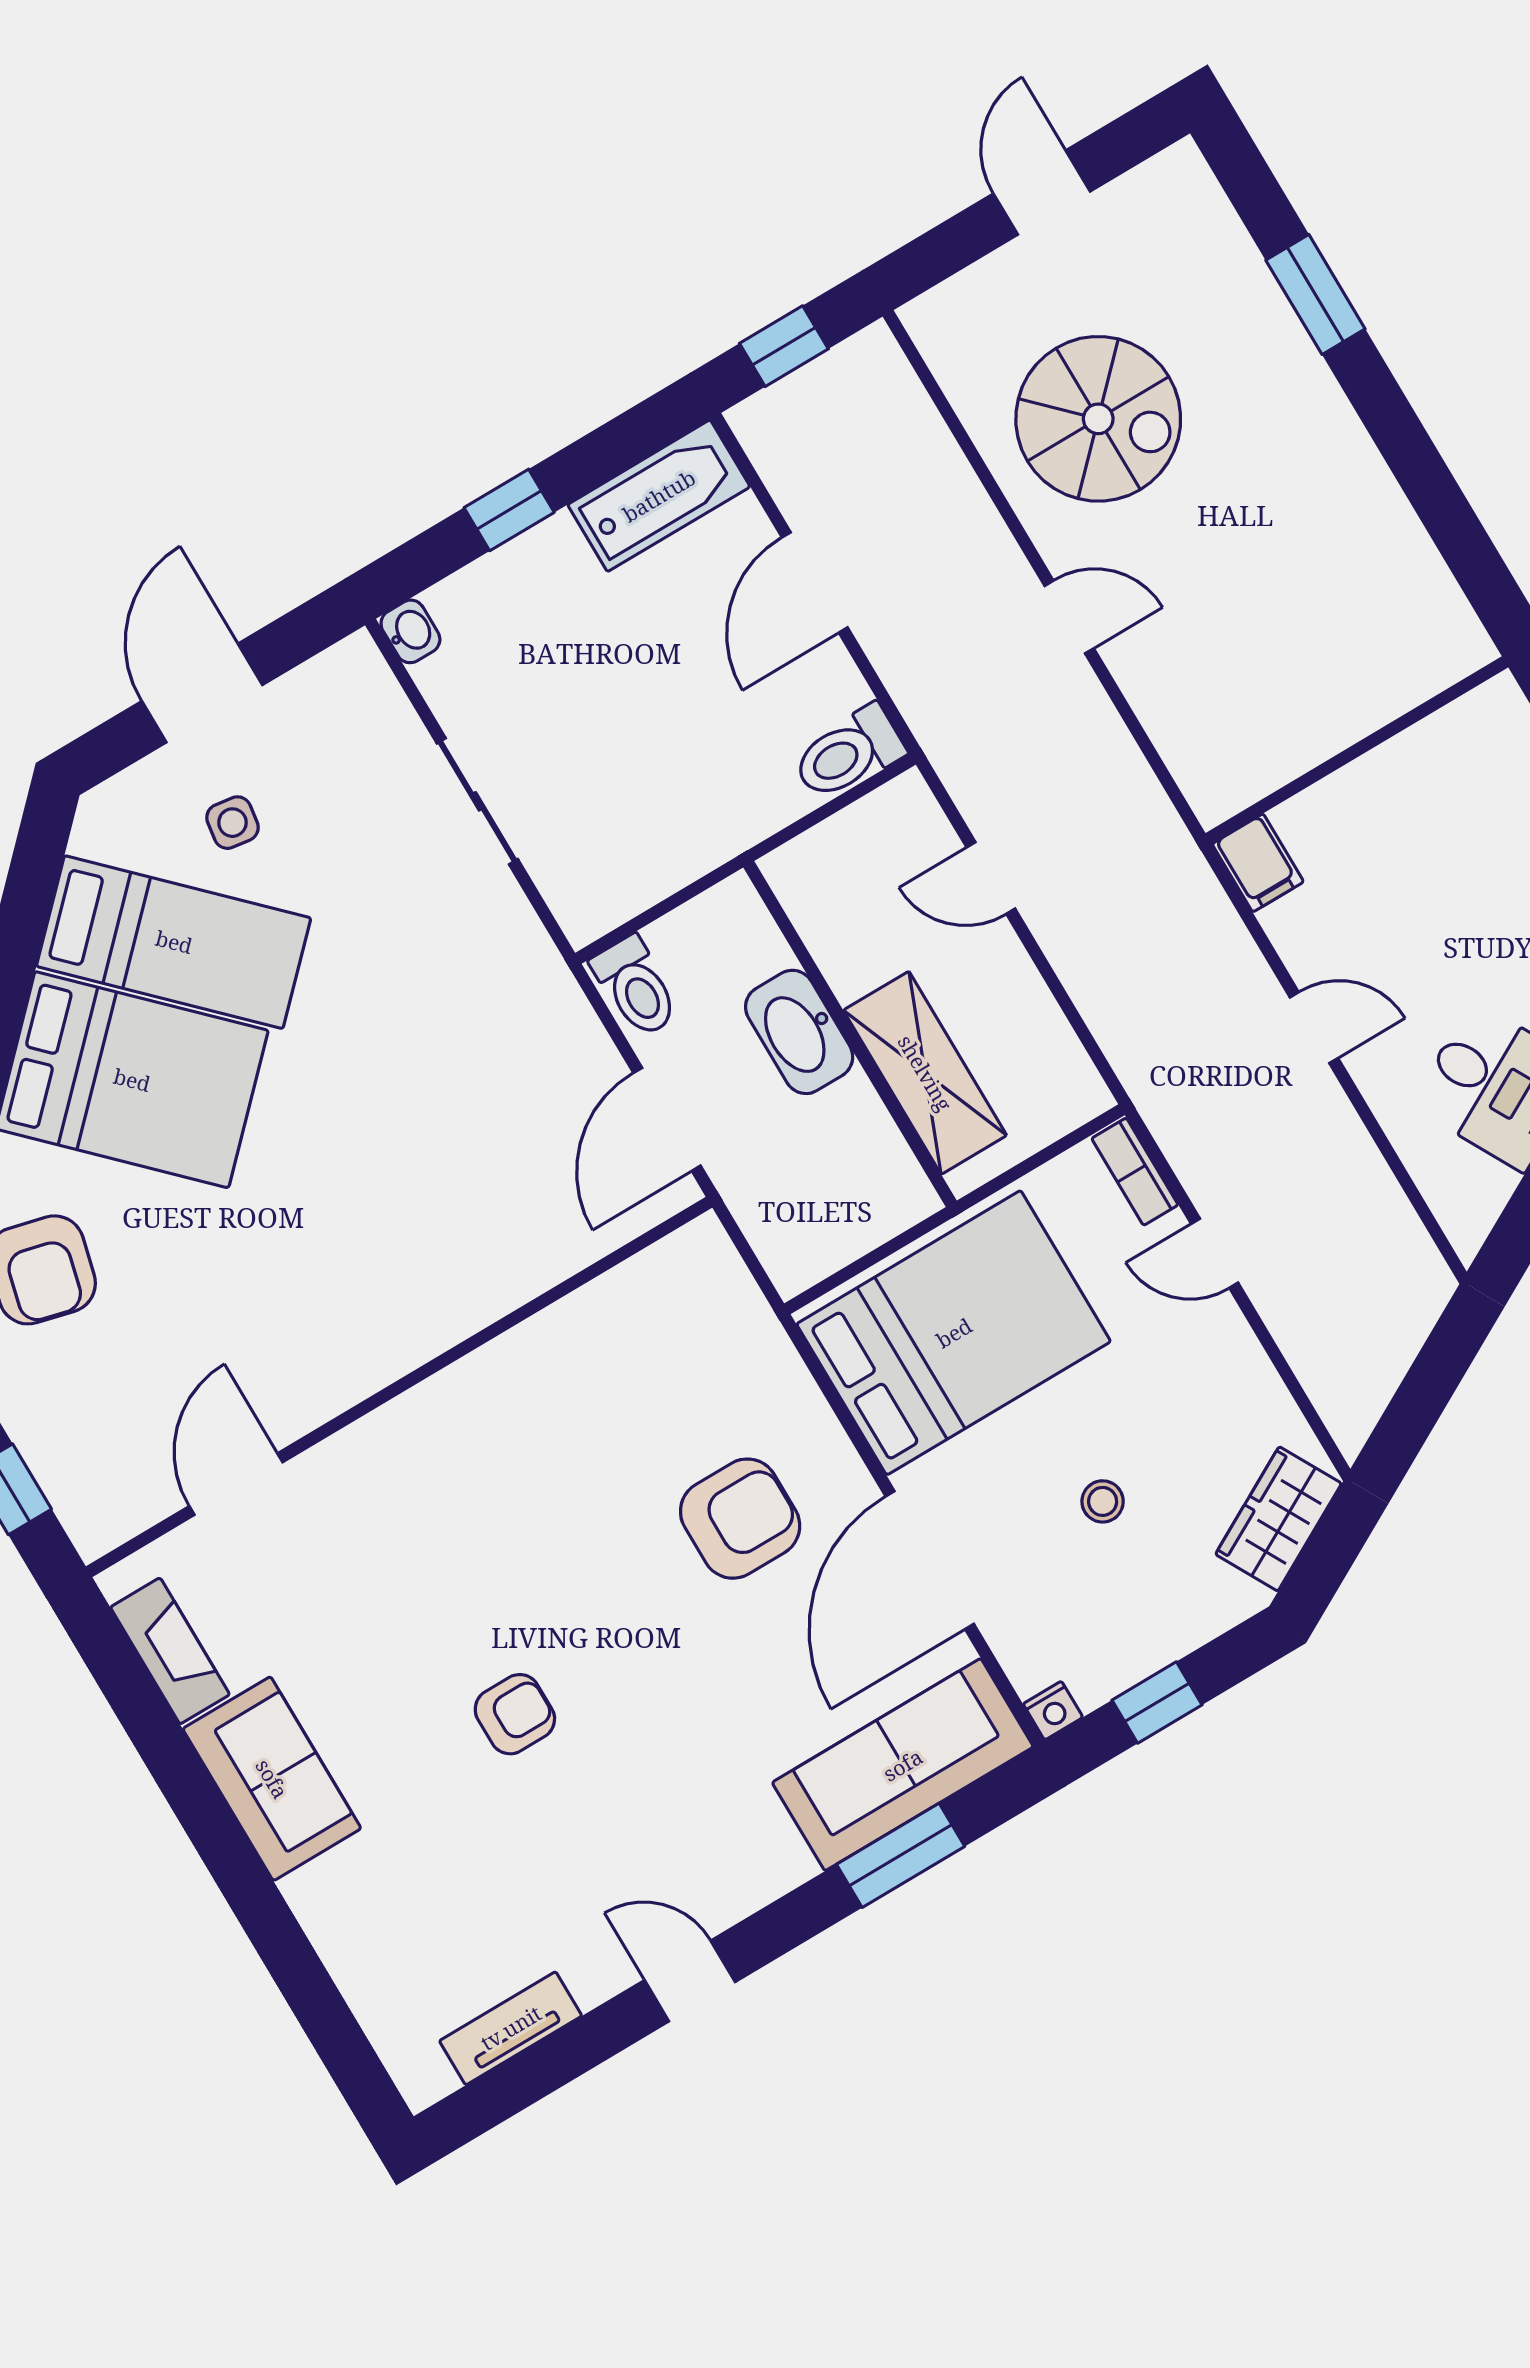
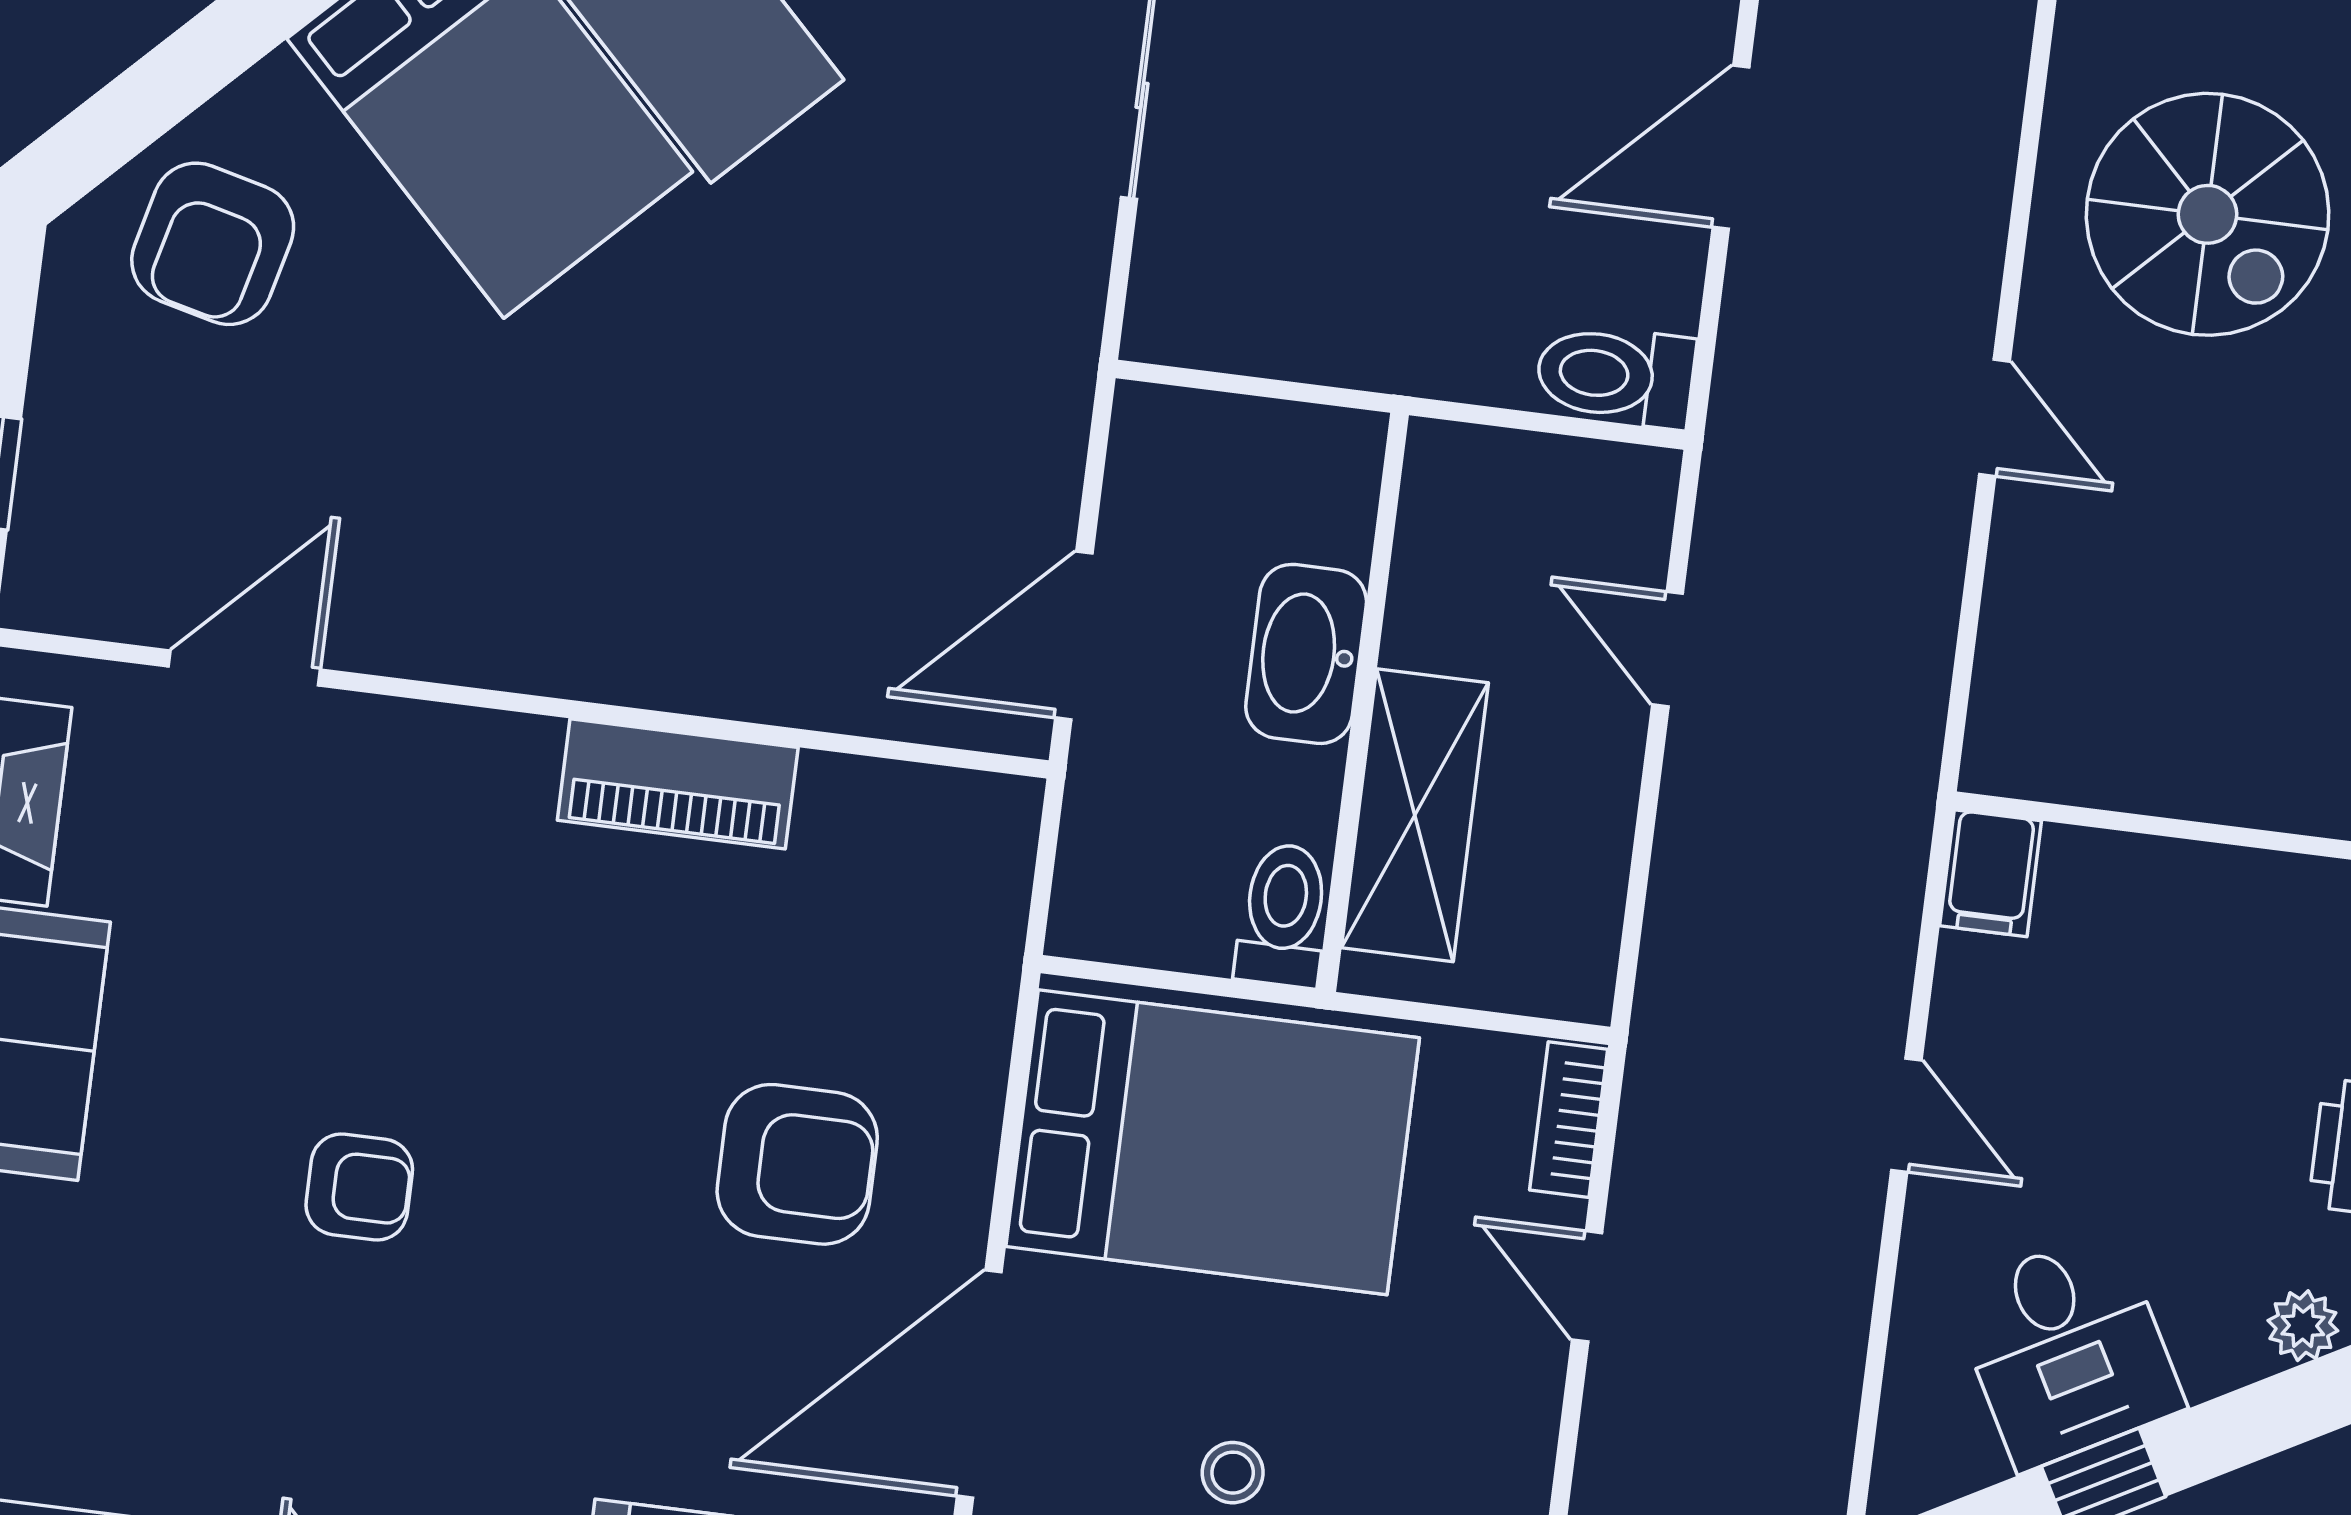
toilet: (636, 987) -> (1283, 915), moved, turned 180
piano: (517, 1365) -> (678, 784), added

